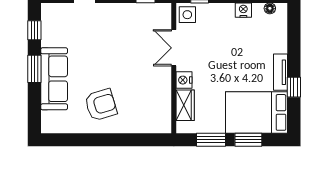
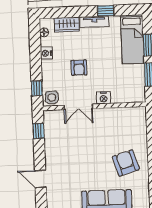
armchair: (223, 51) -> (79, 68), added
wardrobe: (185, 105) -> (67, 25), moved, turned 180
bed: (257, 112) -> (132, 39), width x0.67

